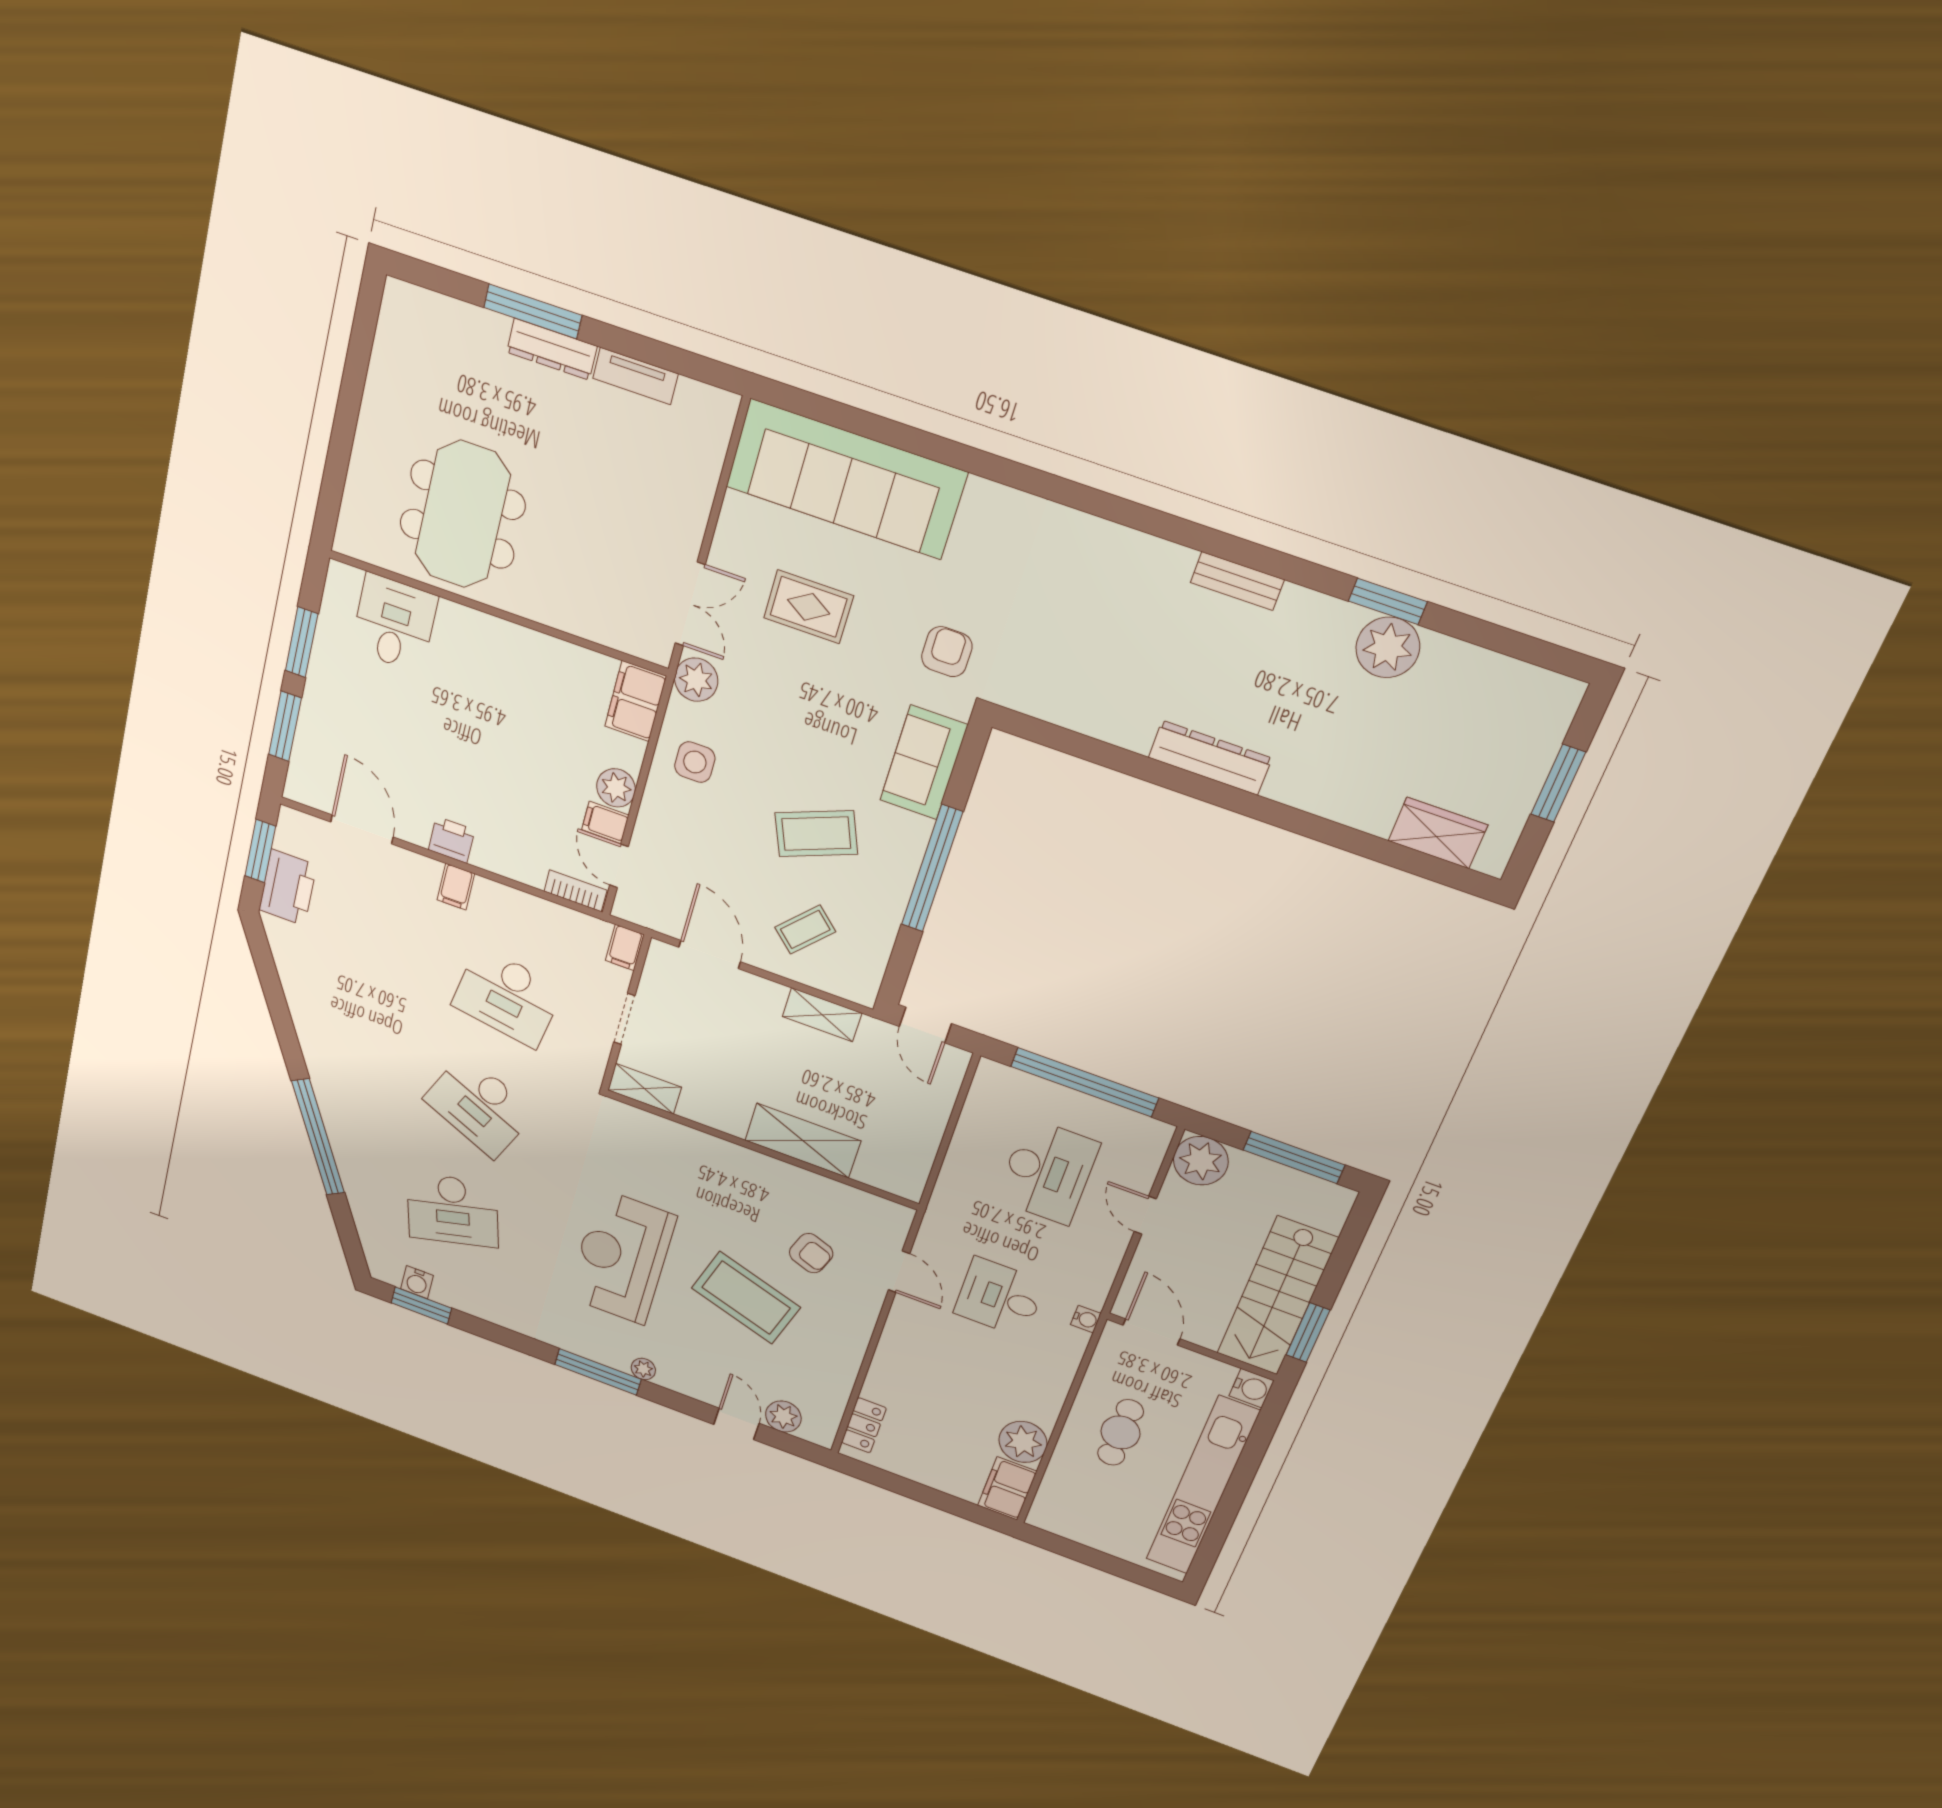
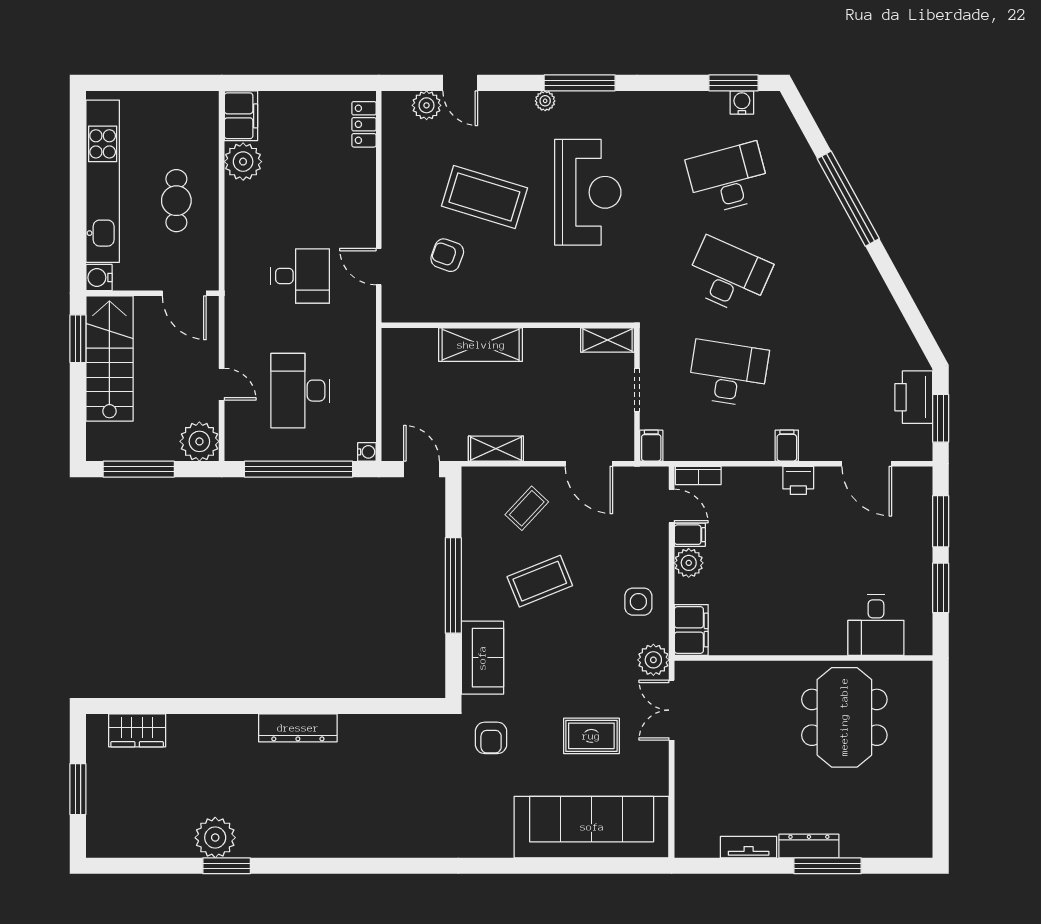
bench: (1237, 581) -> (323, 847), removed
water cooler: (1086, 1319) -> (367, 452), moved, turned 180

